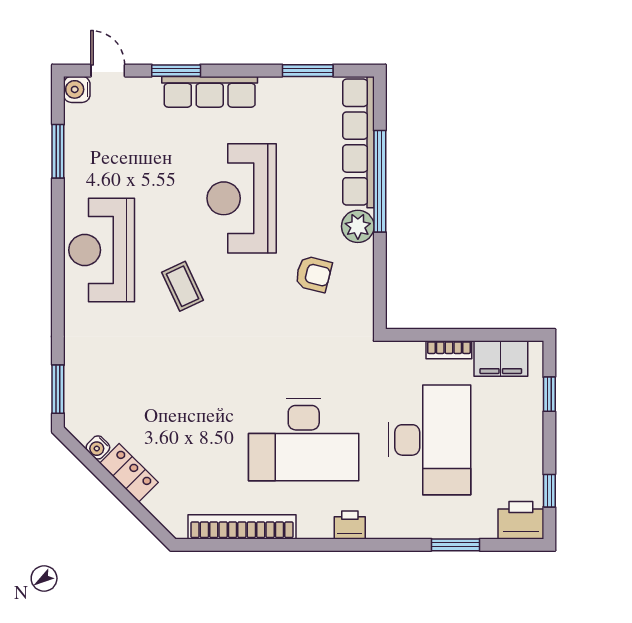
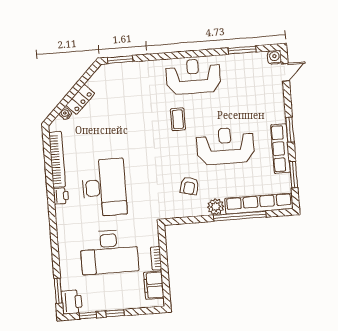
window: (176, 71) -> (290, 130), moved
row of seats: (210, 92) -> (280, 149), moved
coffee table: (183, 286) -> (178, 119), turned -65
window: (549, 394) -> (115, 313), moved
desk: (304, 440) -> (104, 187), turned 180
water cooler: (98, 447) -> (65, 114), moved
printer: (350, 525) -> (61, 196), moved
window: (456, 545) -> (58, 291), moved

